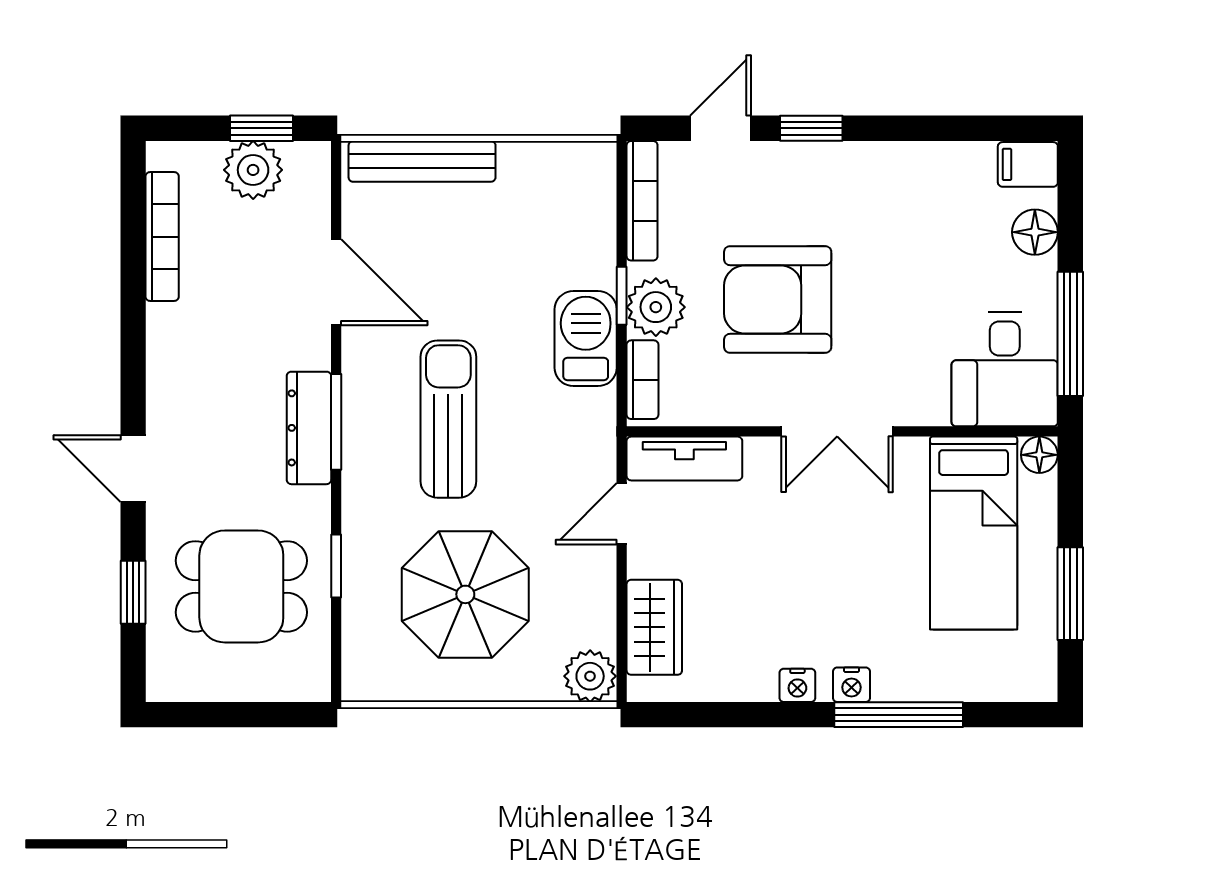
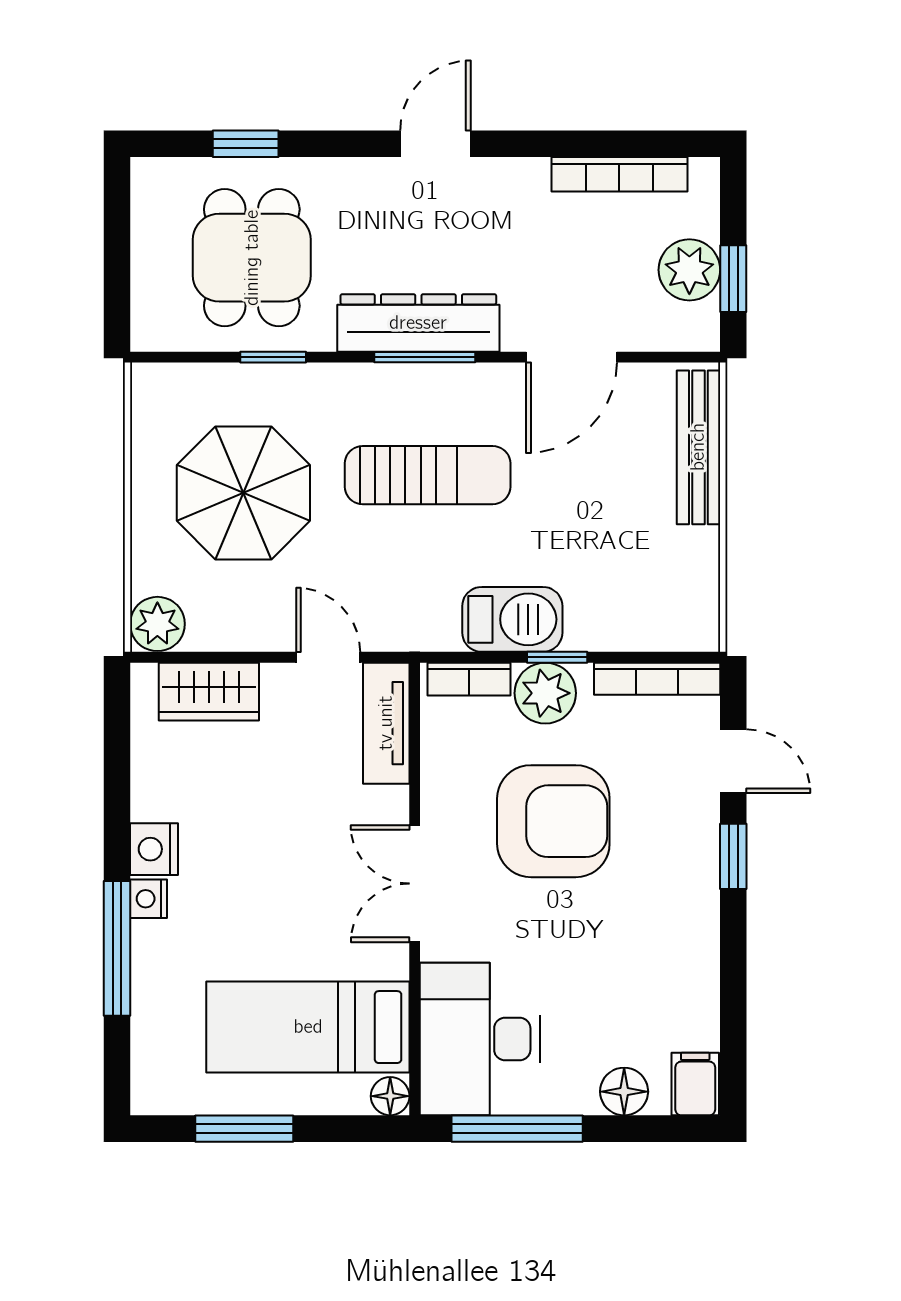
armchair: (778, 299) -> (553, 821), turned 90
desk: (1005, 369) -> (480, 1039), width x1.37
dresser: (309, 428) -> (418, 323), width x1.37, depth x1.24
door: (133, 469) -> (435, 144), moved
nightstand: (797, 685) -> (154, 849), width x1.39, depth x1.35

